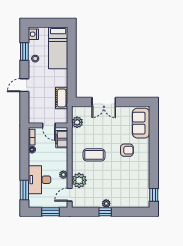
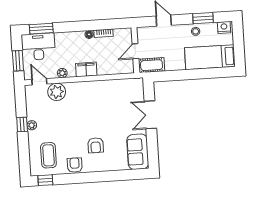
plant: (77, 122) -> (124, 85), removed
sofa: (141, 123) -> (138, 152), moved, turned -90
wall: (48, 125) -> (135, 50), moved
door: (49, 125) -> (135, 51), moved
filing cabinet: (62, 139) -> (86, 69), moved
coffee table: (94, 155) -> (48, 155), moved
armchair: (143, 169) -> (75, 165), added
desk: (40, 180) -> (38, 47), moved

